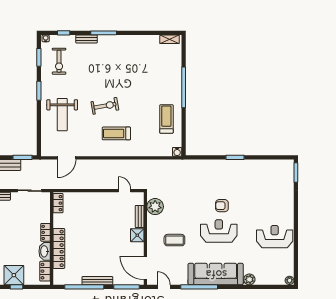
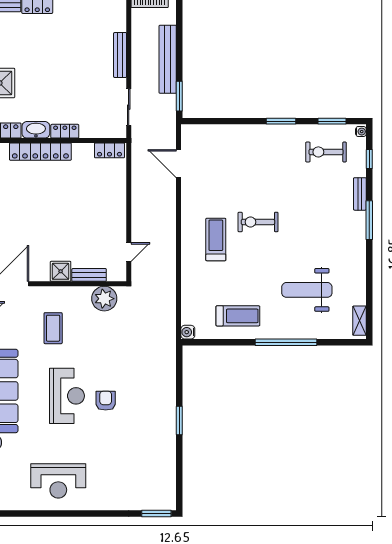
exercise bike: (105, 106) -> (258, 222), turned 100
weight bench: (62, 115) -> (307, 290), moved
reception desk: (275, 237) -> (58, 481), turned 90

